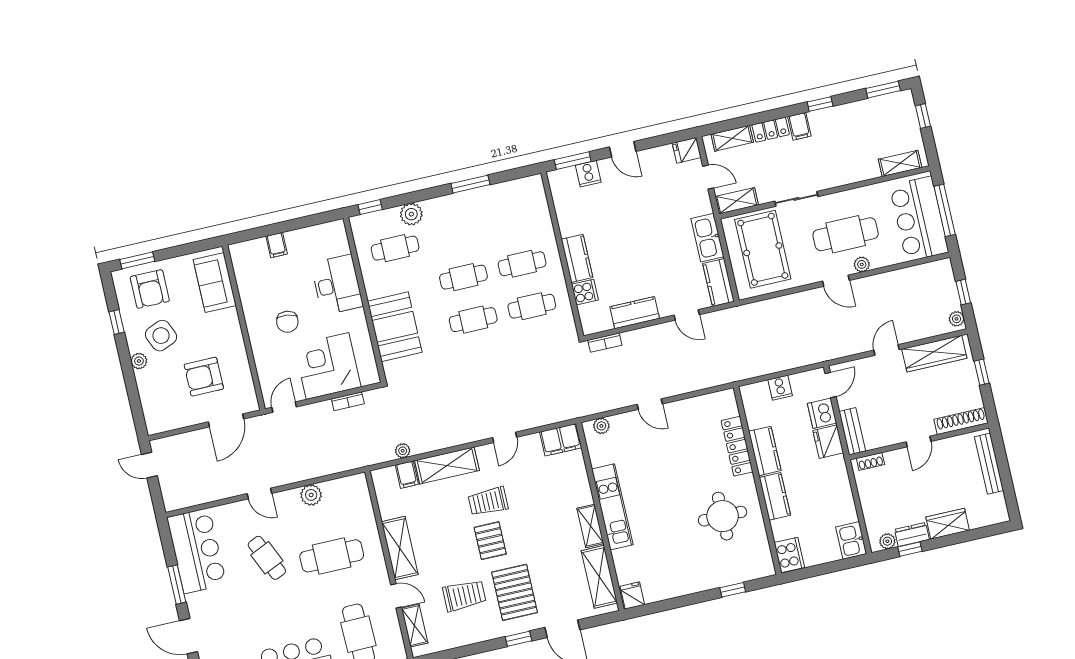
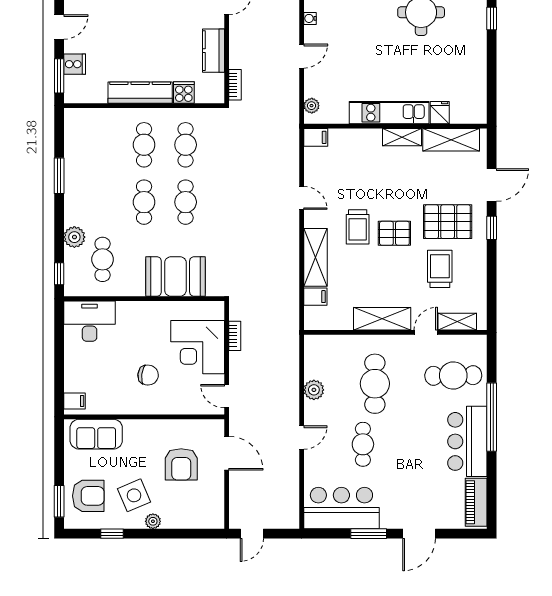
filing cabinet: (277, 245) -> (75, 401), moved
kitchen counter: (577, 258) -> (140, 93), width x1.50
desk: (337, 285) -> (90, 321), moved
water cooler: (690, 404) -> (310, 18), added
filing cabinet: (561, 440) -> (316, 137), width x0.50
plant: (403, 451) -> (292, 295), removed
cafe table: (267, 558) -> (363, 444), turned -66
fridge: (632, 595) -> (440, 113), moved, turned 90

